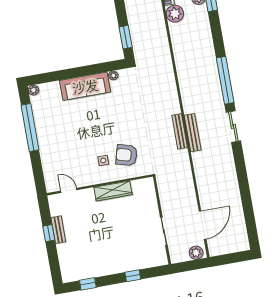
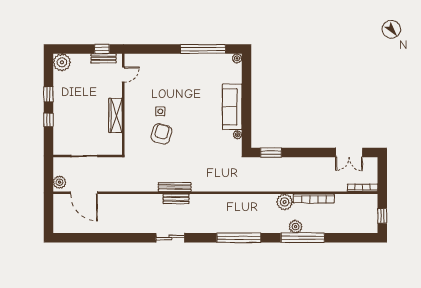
window: (225, 80) -> (239, 238), moved
bench: (193, 133) -> (176, 199), width x0.73
wall: (100, 185) -> (123, 104), moved
door: (69, 190) -> (123, 75), moved
wardrobe: (113, 191) -> (116, 115), moved
plant: (70, 272) -> (62, 62), added
window: (88, 284) -> (48, 94), moved

